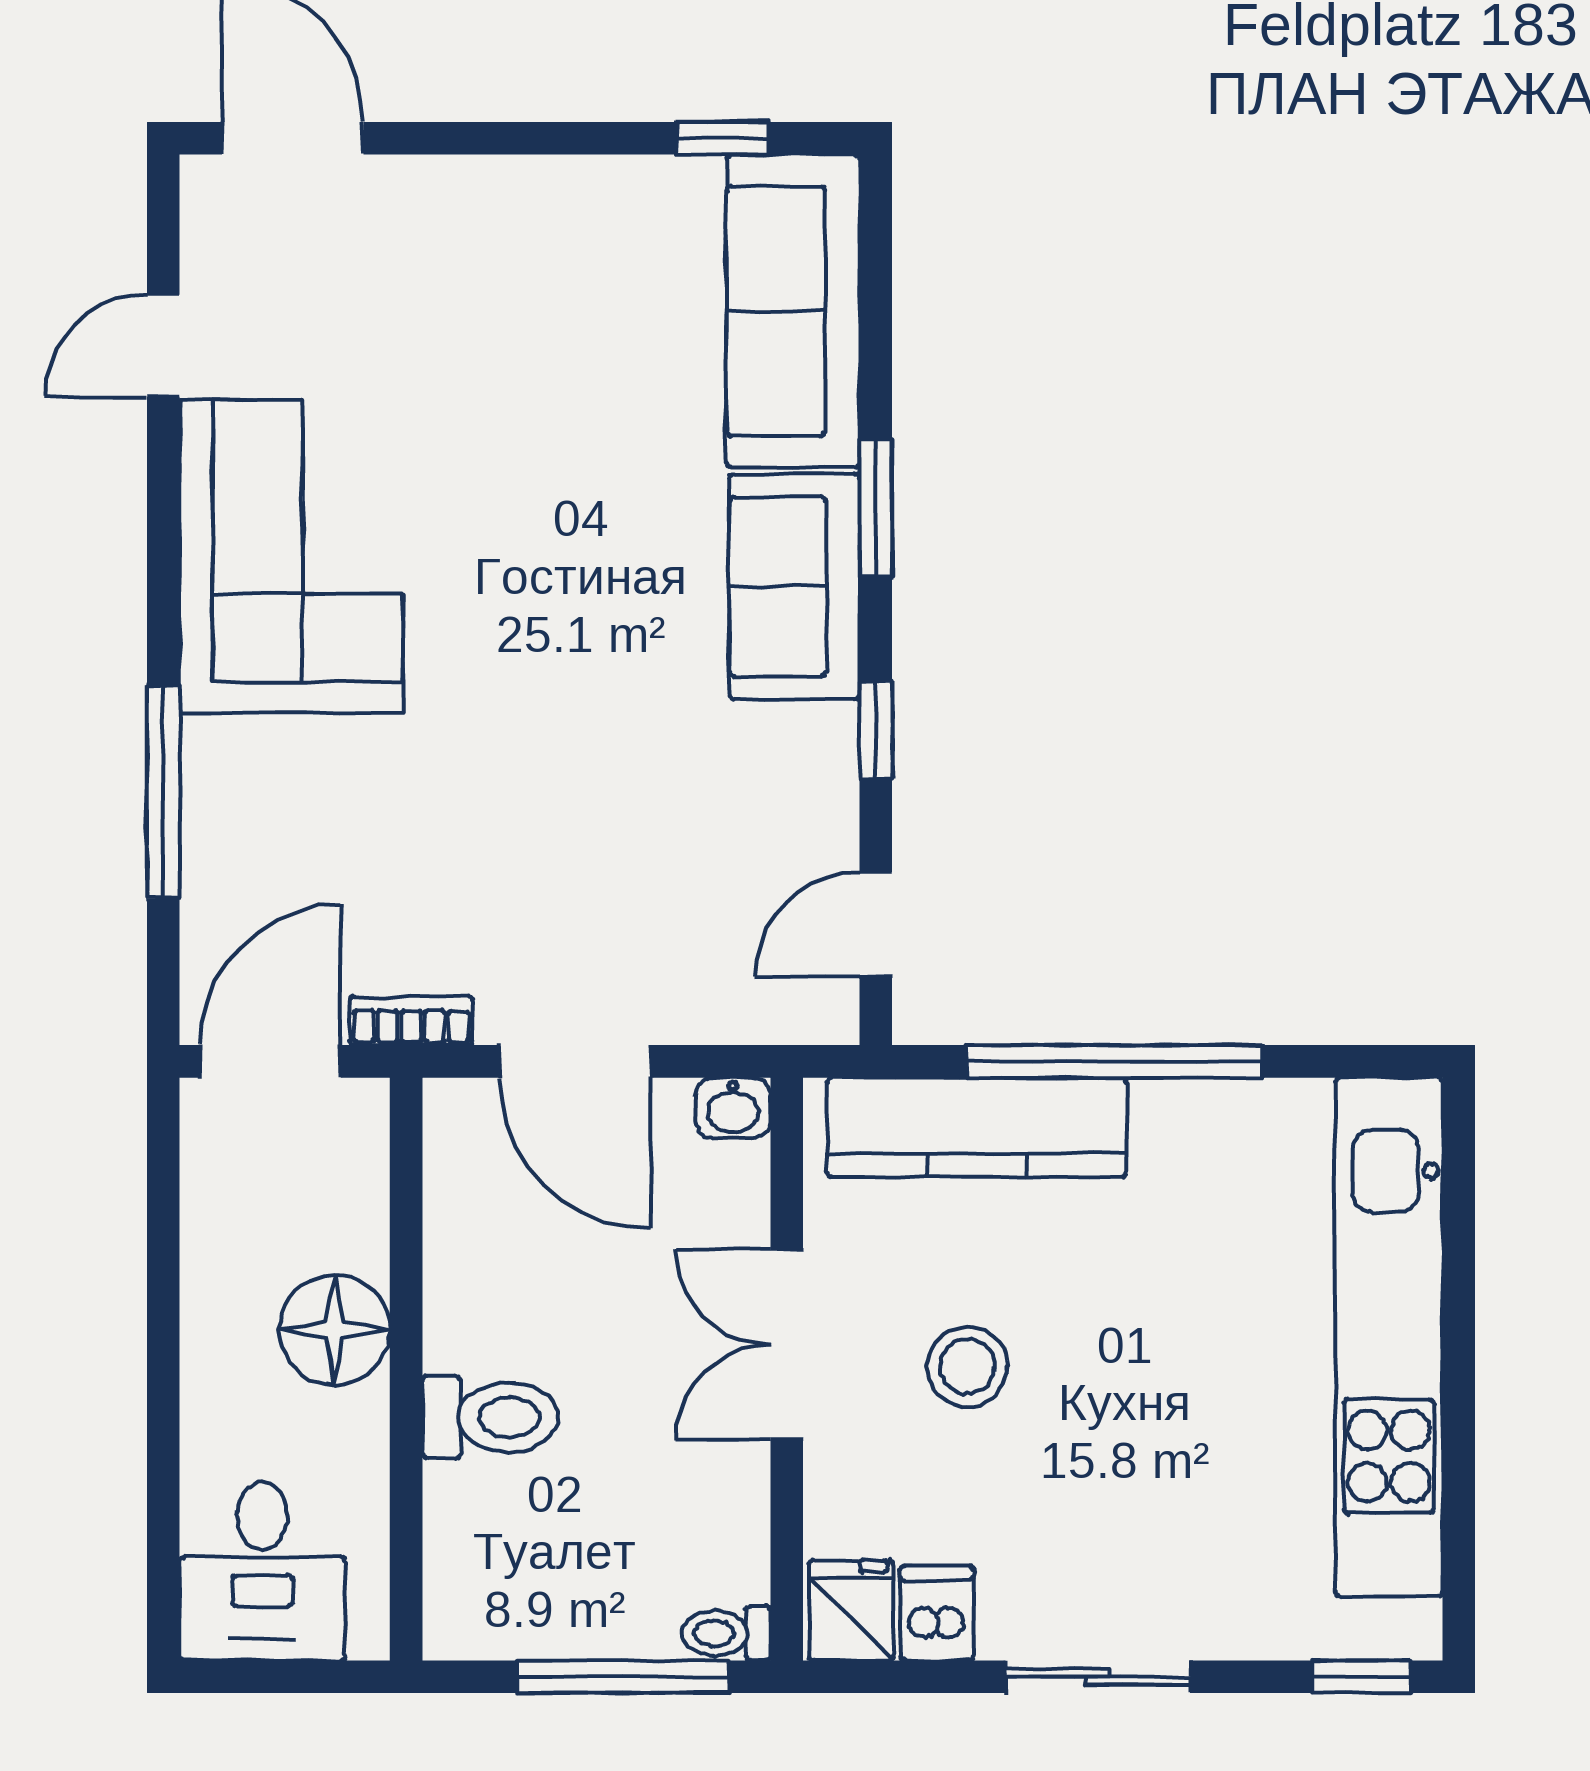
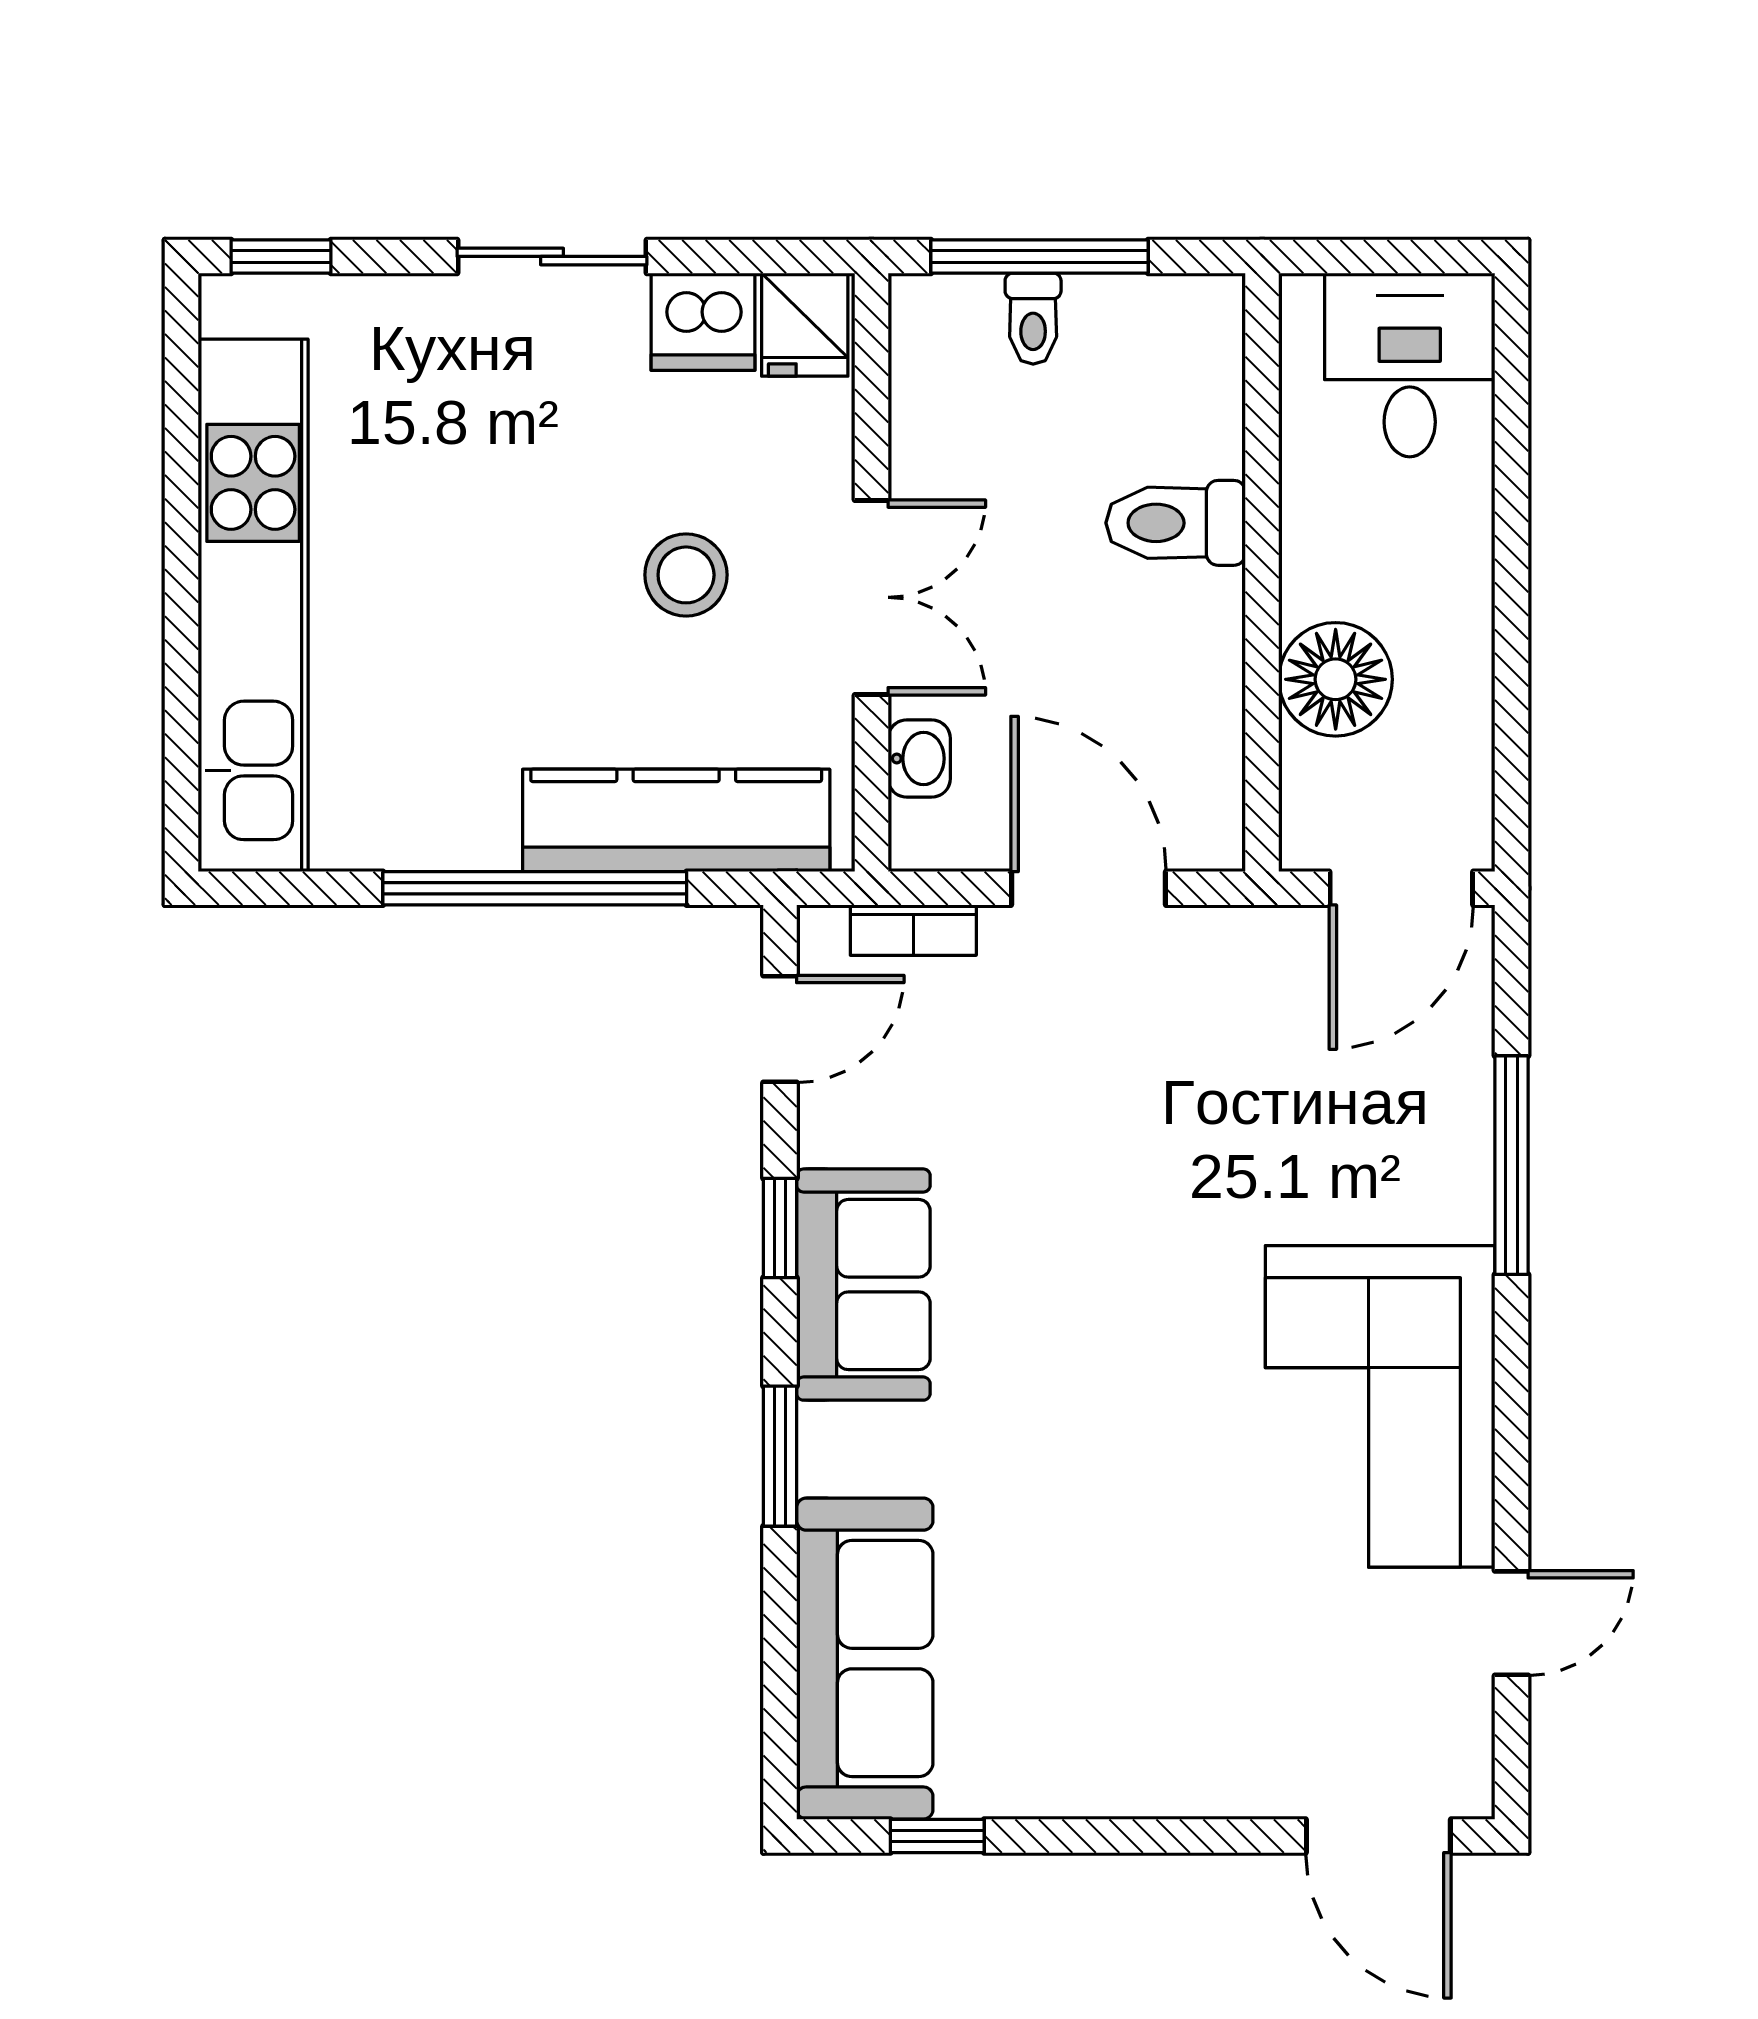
sofa: (794, 586) -> (863, 1285), moved
bookcase: (411, 1021) -> (913, 930), moved
washbasin: (733, 1108) -> (919, 759), moved, turned 90
floor lamp: (335, 1330) -> (1336, 679), moved
dishwasher: (937, 1613) -> (703, 322), width x1.38
toilet: (726, 1633) -> (1033, 319), moved, turned 90

